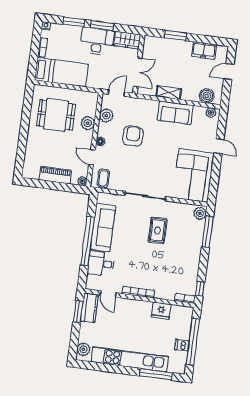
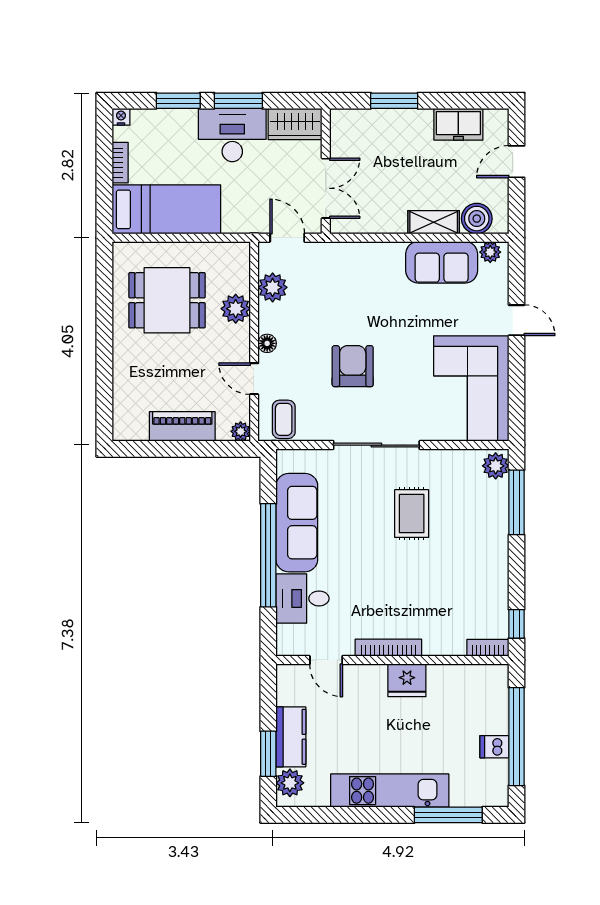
door: (116, 93) -> (287, 238), hinge flipped
shelving: (169, 93) -> (434, 222), moved
sofa: (175, 113) -> (442, 262), moved
armchair: (133, 136) -> (353, 366), moved
kitchen counter: (89, 308) -> (291, 737), moved
fridge: (161, 311) -> (407, 680), moved
window: (78, 312) -> (268, 754), moved
kitchen unit: (130, 359) -> (390, 791), width x0.73

